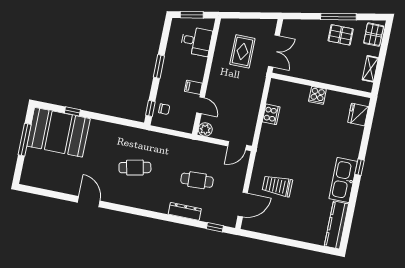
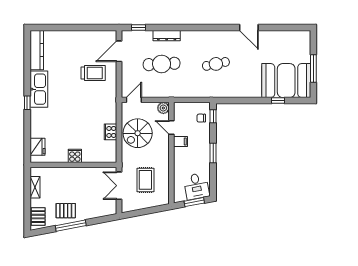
desk: (196, 41) -> (196, 186), moved, turned -101
spiral stairs: (241, 107) -> (138, 133), added
cafe table: (197, 180) -> (162, 64), width x1.37, depth x1.35

